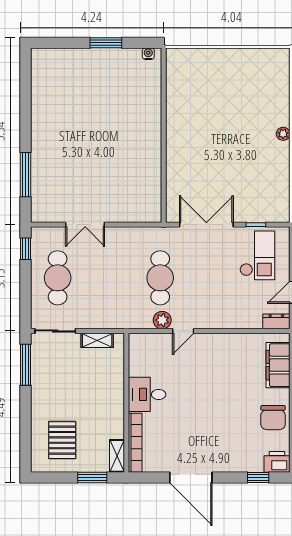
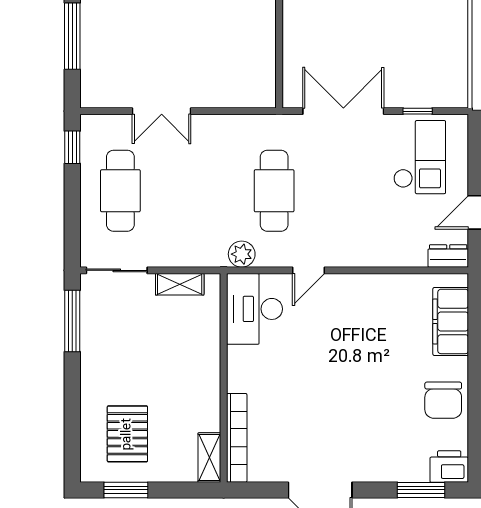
plant: (162, 320) -> (242, 254), moved
desk: (147, 394) -> (254, 309), moved, width x1.37
window: (92, 478) -> (126, 490), moved
window: (258, 478) -> (421, 490), width x1.50

